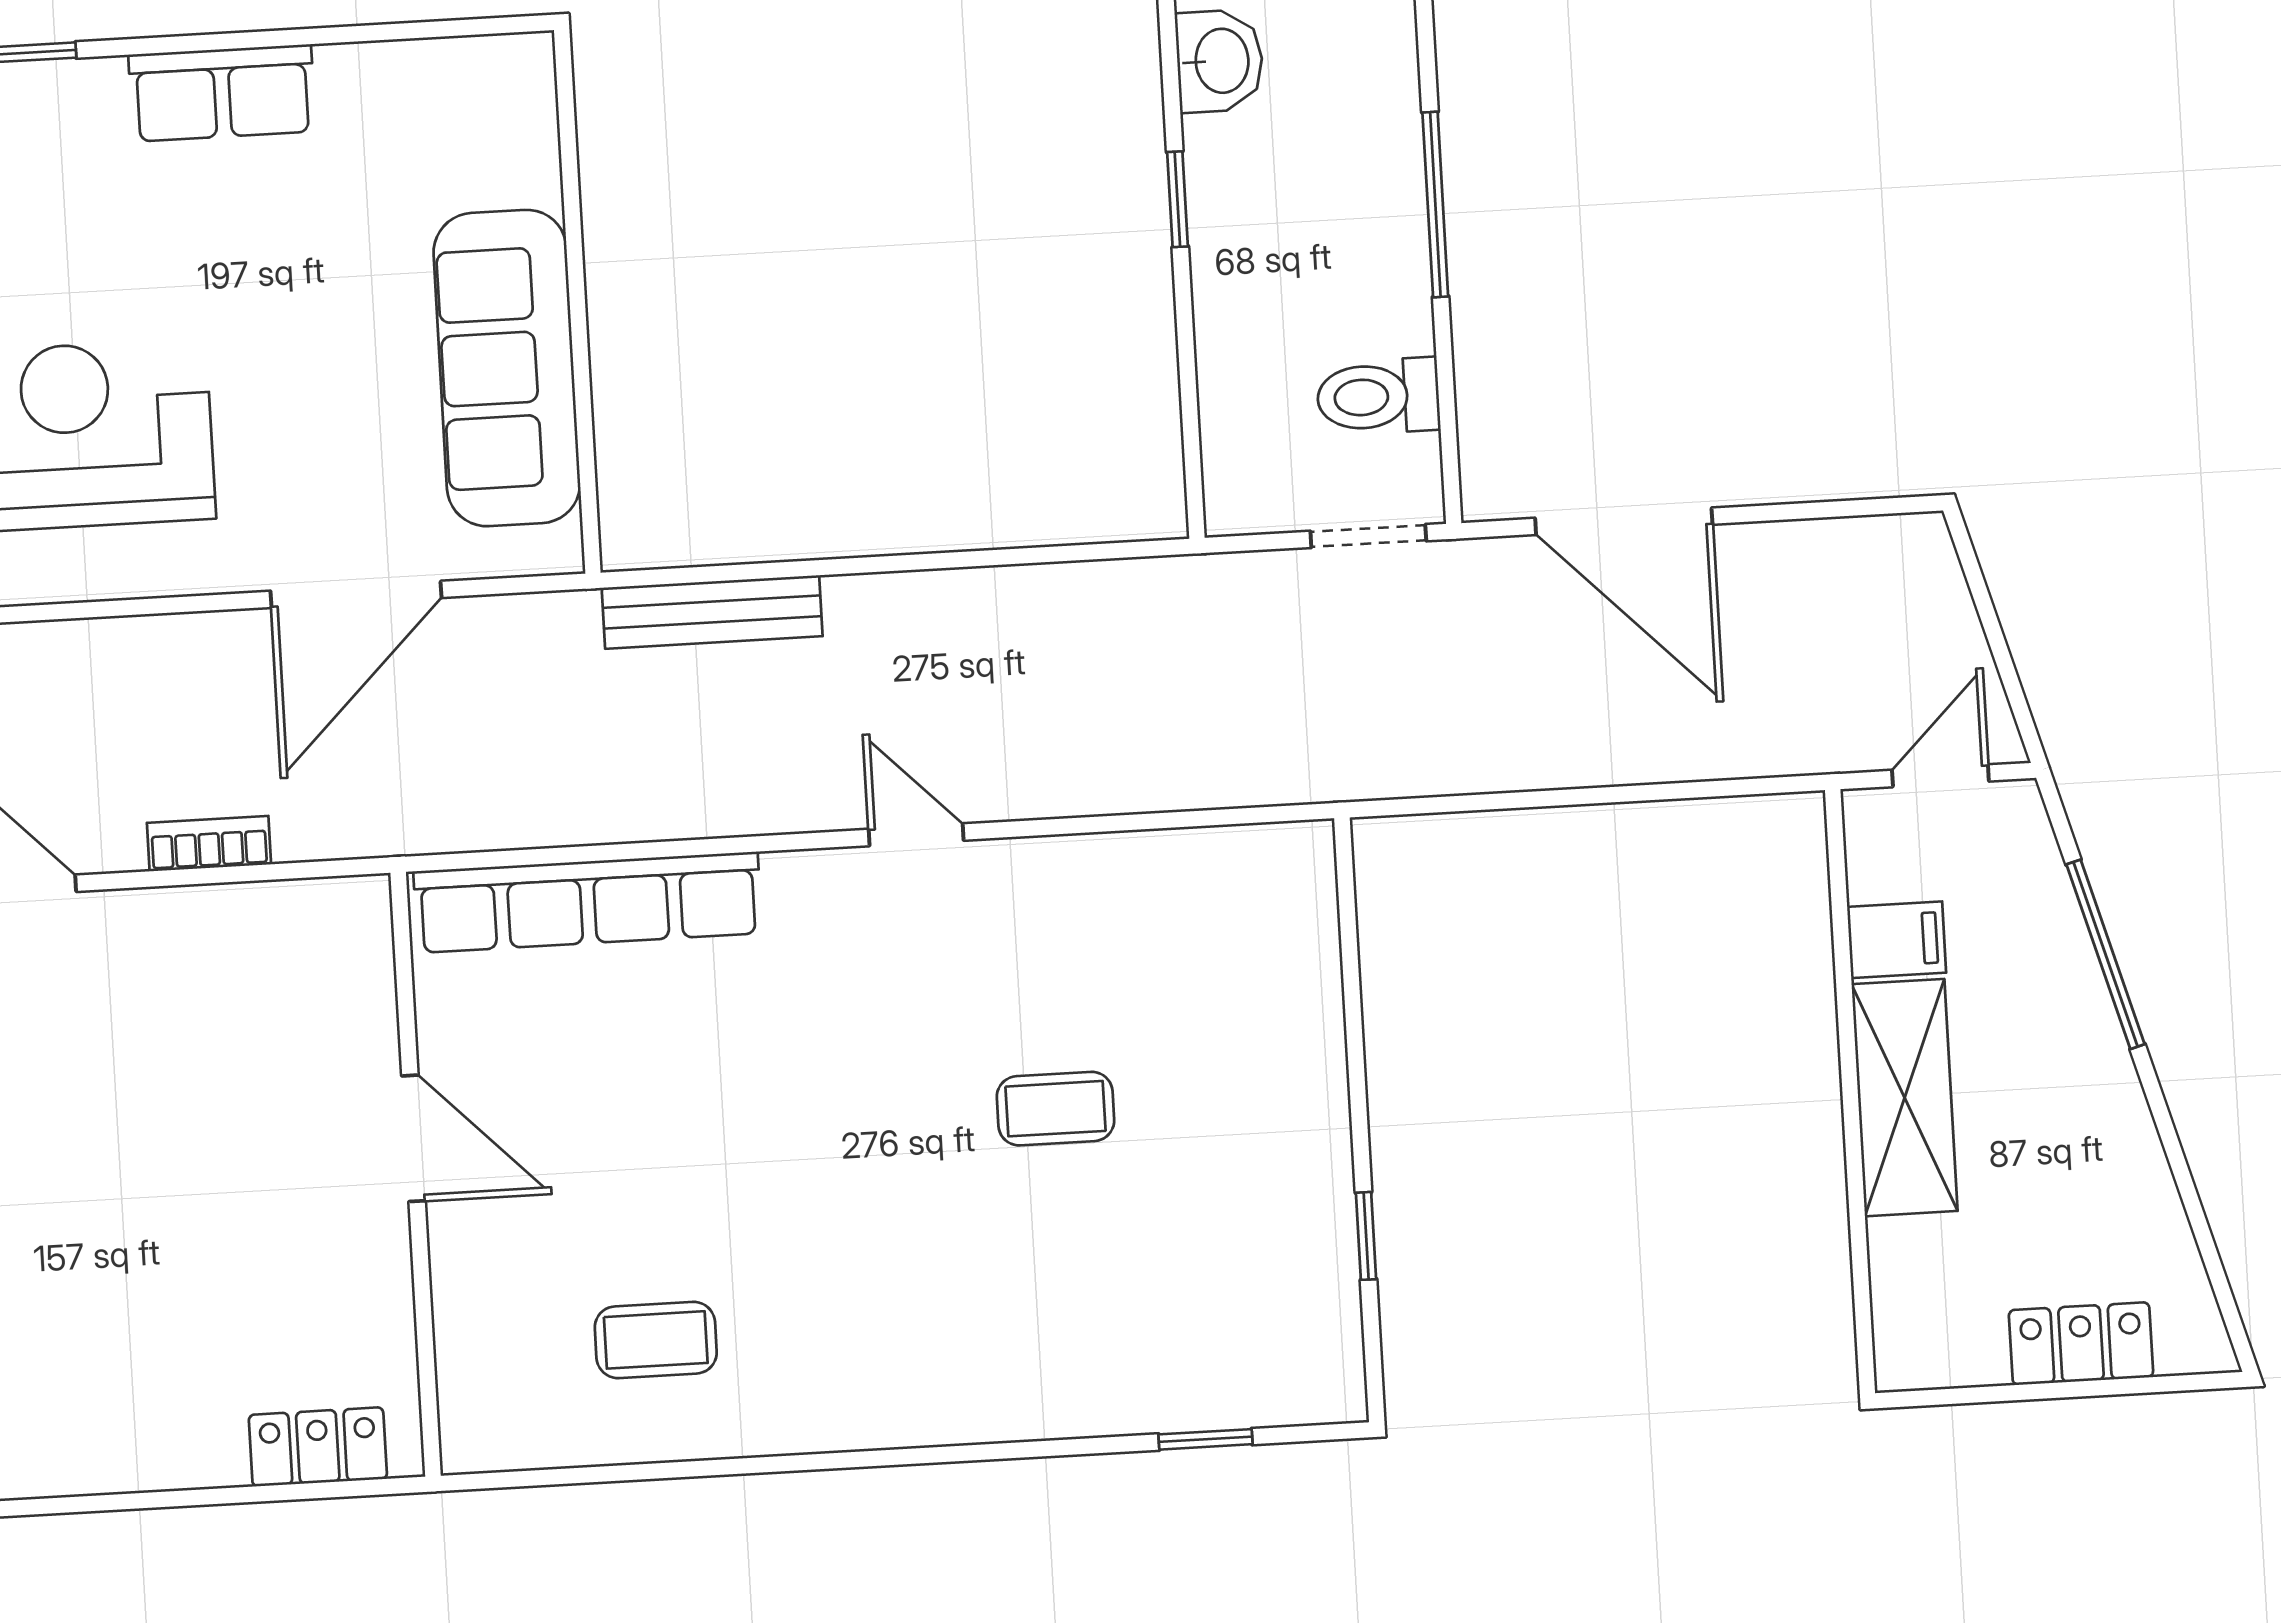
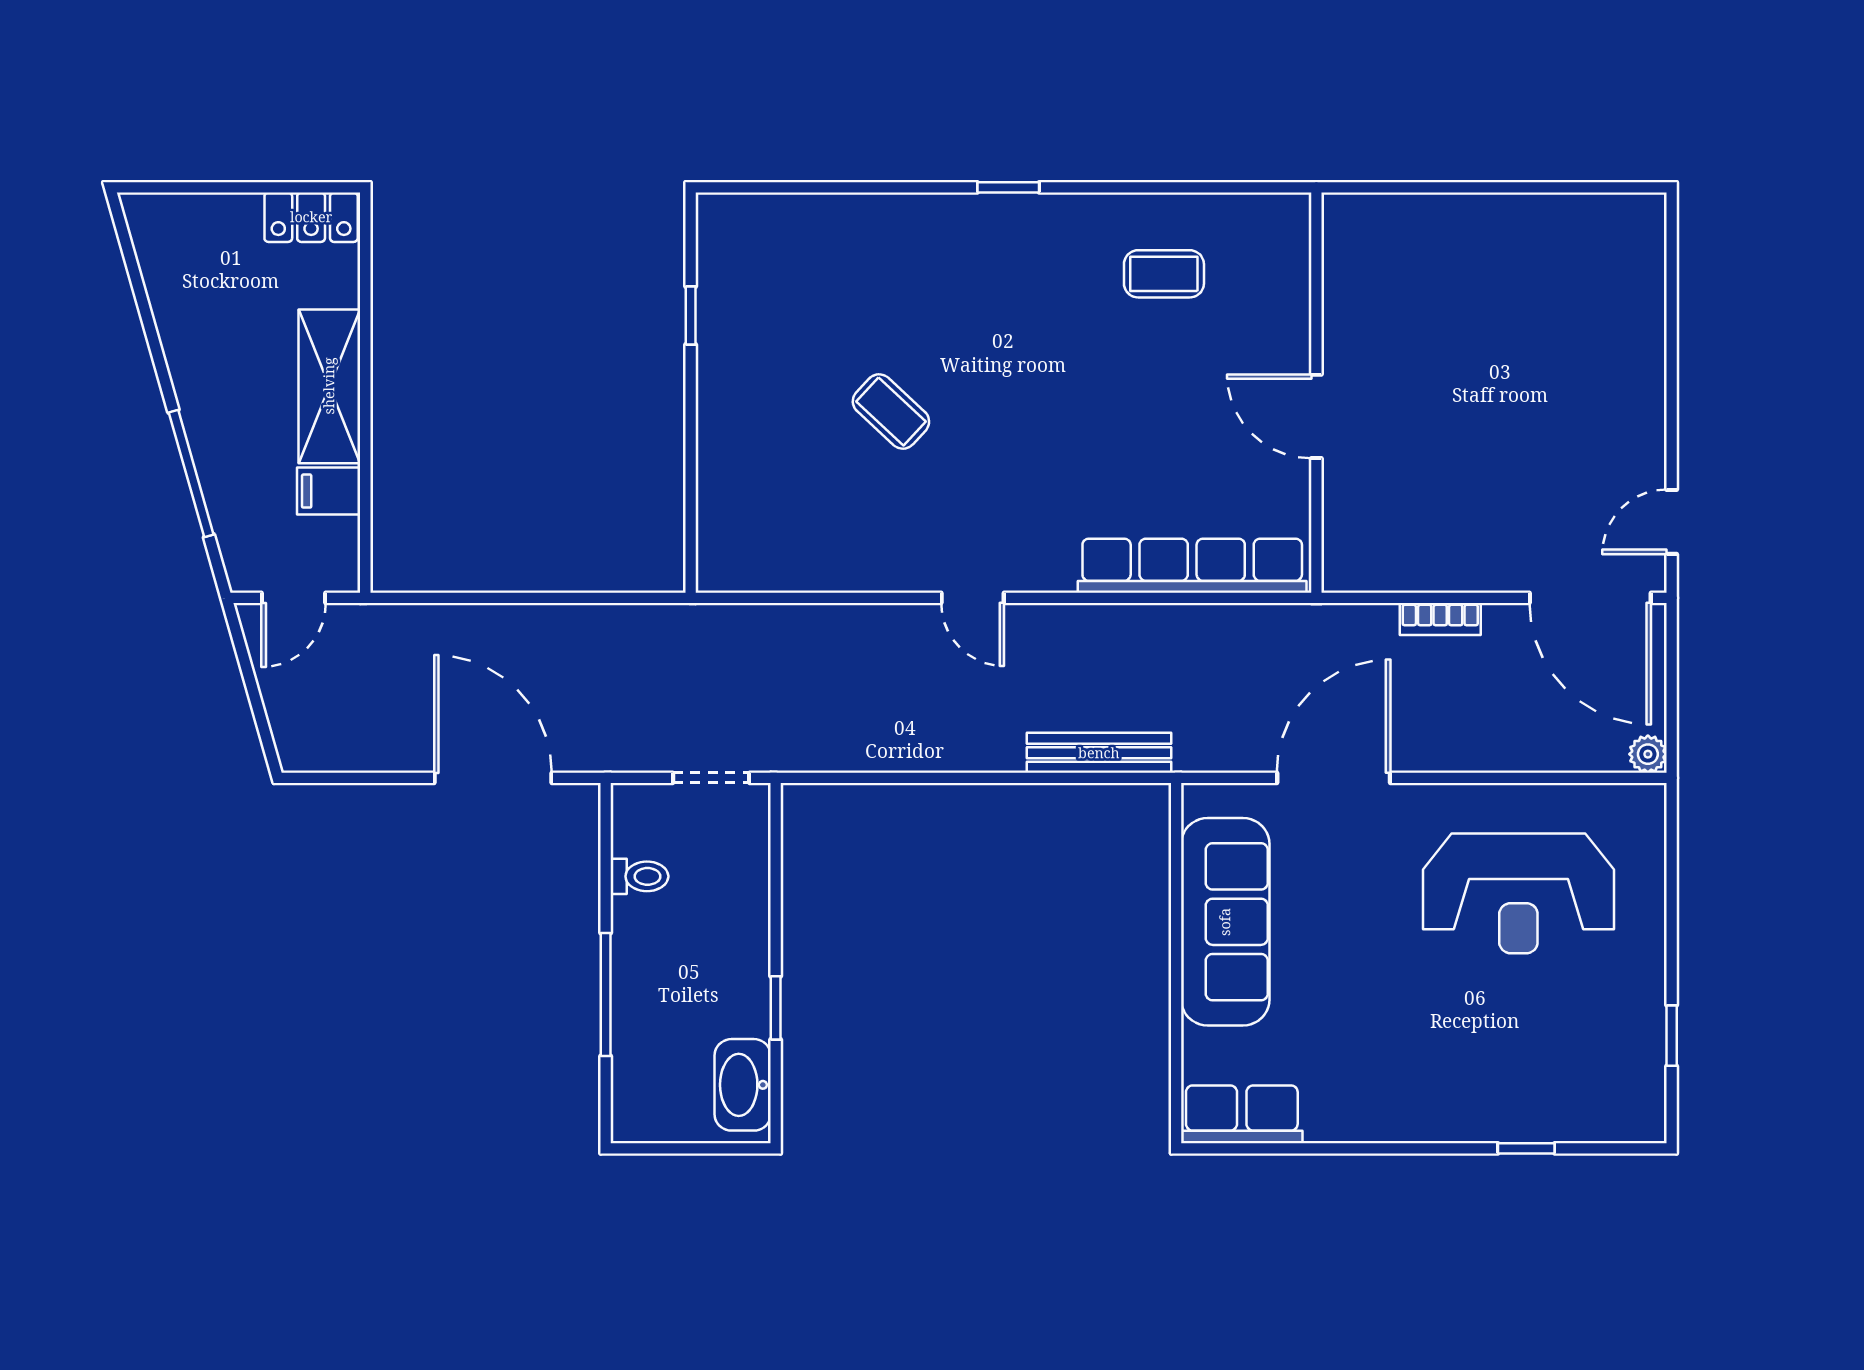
washbasin: (1220, 61) -> (743, 1085), width x1.38
row of seats: (222, 93) -> (1242, 1114), moved
toilet: (1378, 396) -> (639, 876), width x0.73, depth x0.72
doorway: (1368, 536) -> (711, 778), moved
coffee table: (1055, 1109) -> (891, 411), turned 43
locker: (2081, 1344) -> (311, 217), moved
window: (1206, 1439) -> (1008, 187), moved
locker: (318, 1447) -> (1391, 216), removed

